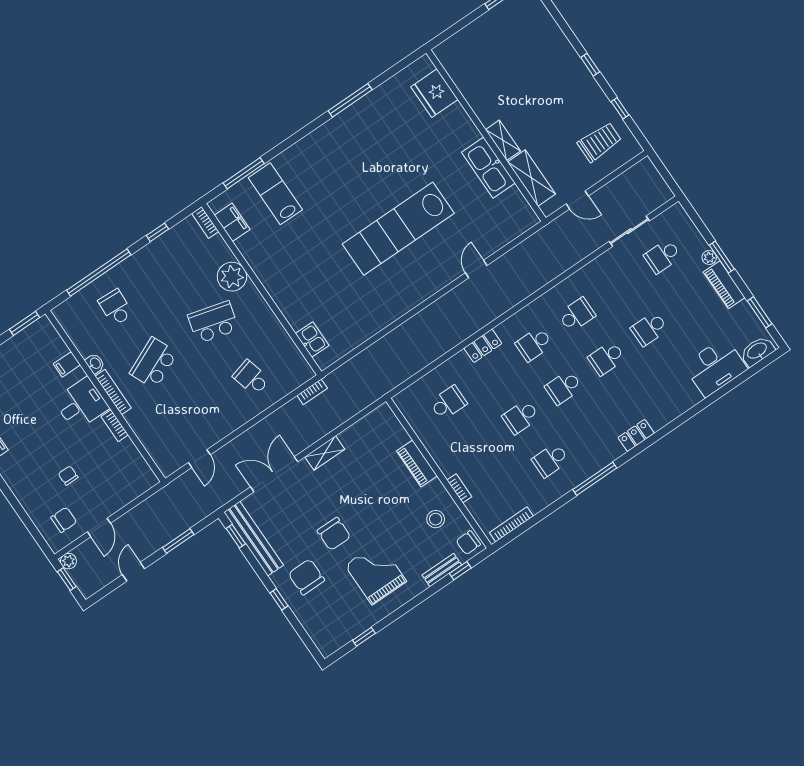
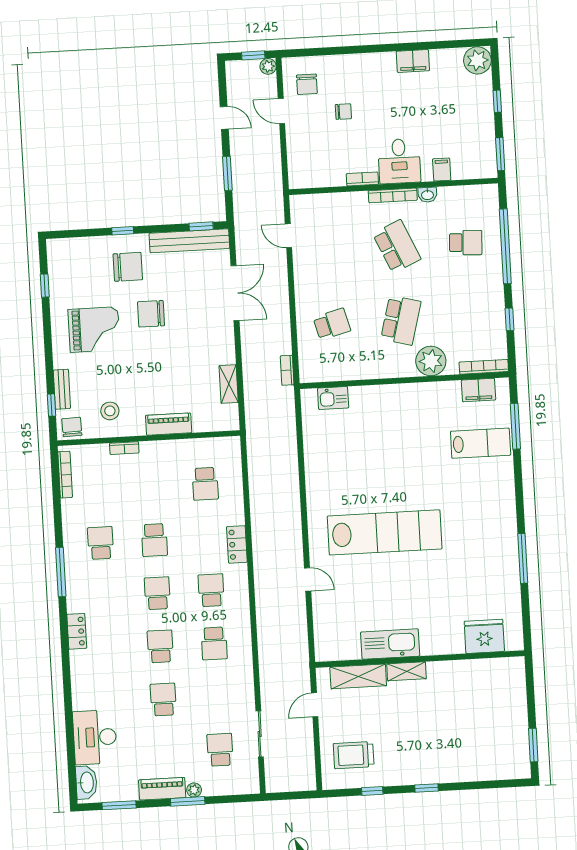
trolley: (599, 142) -> (354, 755), turned 90
bookcase: (205, 223) -> (484, 367), width x1.56
lab bench: (398, 229) -> (385, 532), turned 90
school desk: (521, 417) -> (154, 540), turned 180
shelving: (325, 453) -> (229, 384), moved

